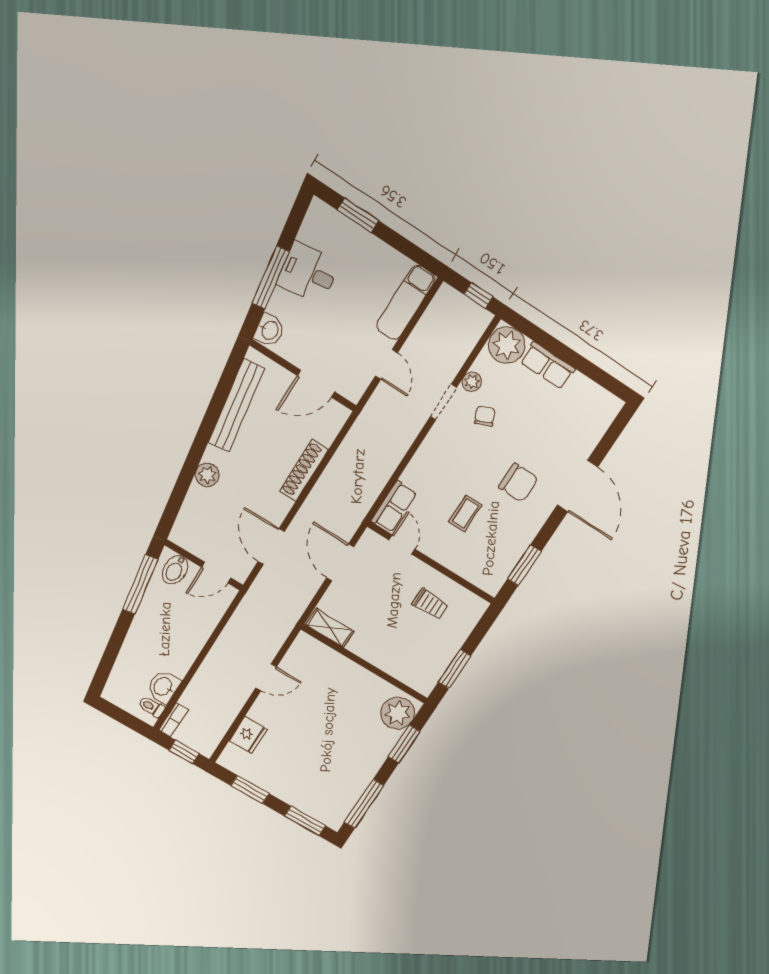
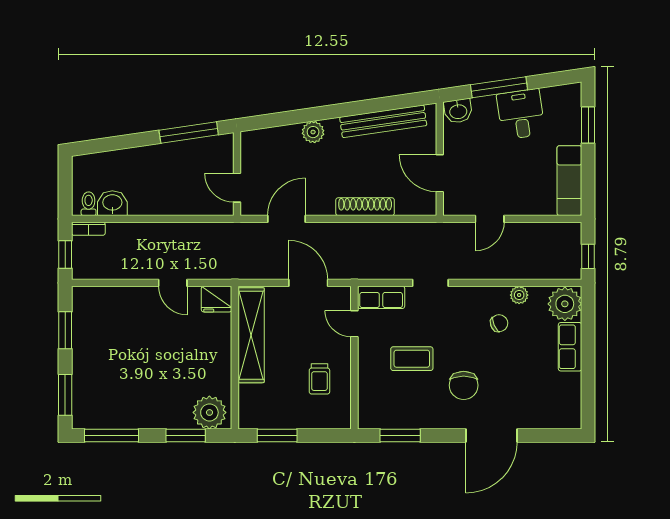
exam couch: (406, 302) -> (569, 181), moved, turned -90
doorway: (443, 402) -> (430, 283), moved
coffee table: (465, 513) -> (412, 359), width x1.36, depth x1.30
door: (402, 544) -> (354, 324), swing flipped
door: (340, 562) -> (308, 283), hinge flipped
bidet: (175, 570) -> (219, 153), removed
shelving: (330, 628) -> (251, 335), width x2.20, depth x1.33
fridge: (248, 735) -> (217, 299), moved

